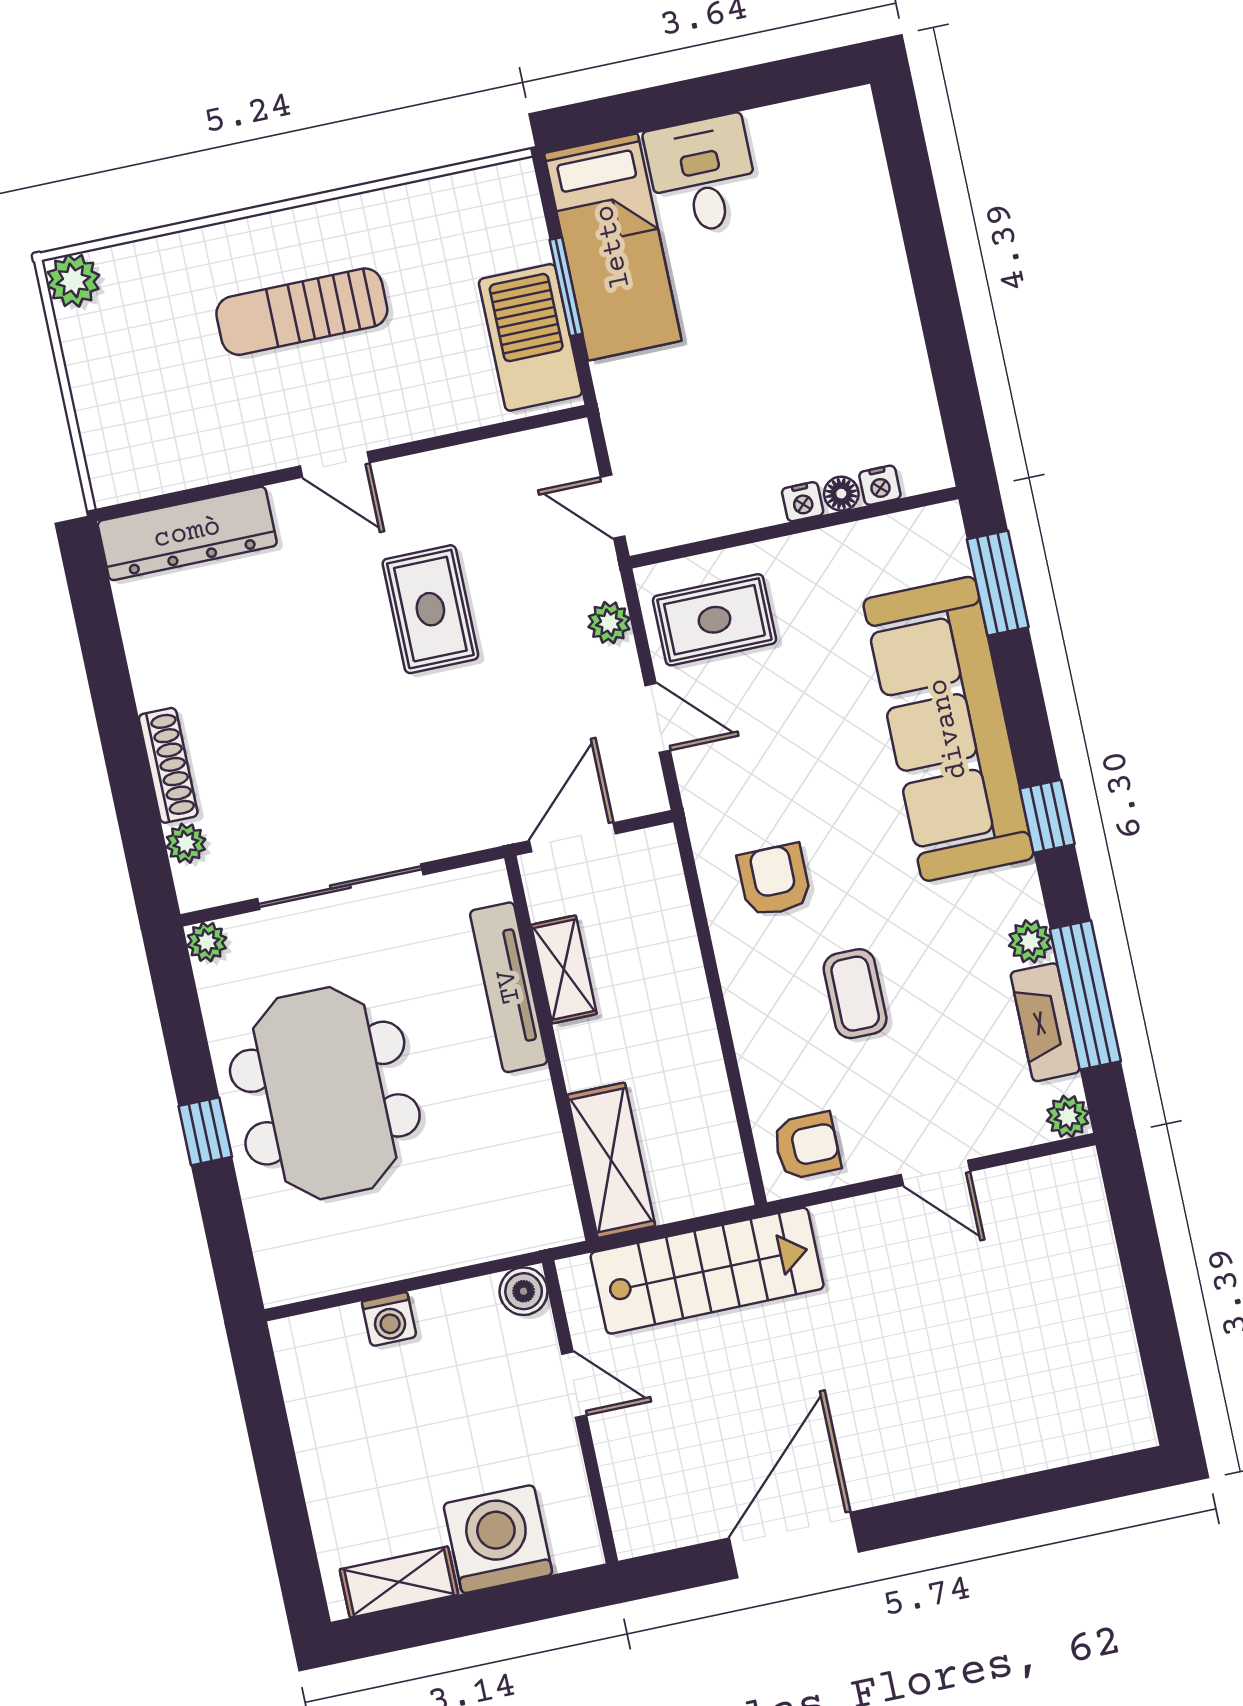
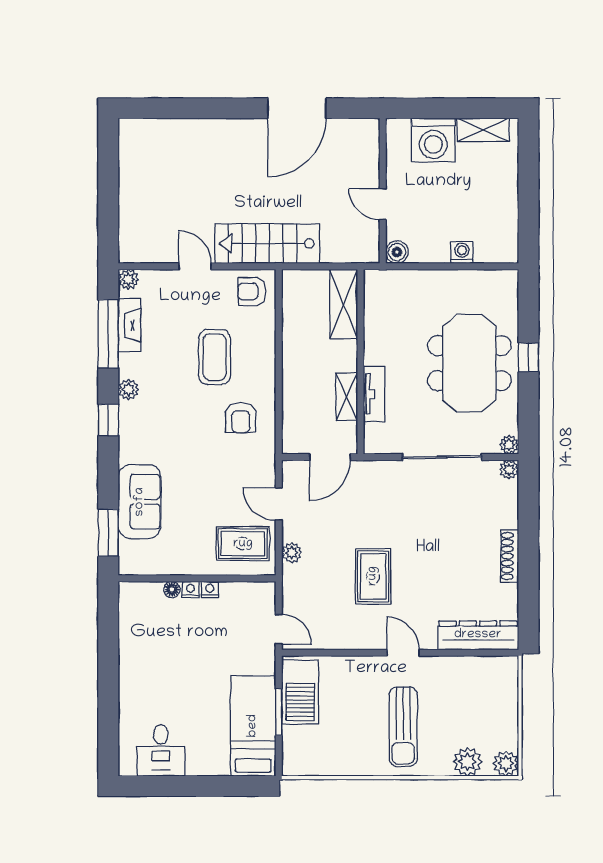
desk: (702, 175) -> (161, 750), moved
plant: (153, 267) -> (468, 762), added
sun lounger: (302, 312) -> (403, 727), turned 90
nightstand: (880, 485) -> (210, 590), moved
door: (613, 507) -> (279, 629), moved
sofa: (948, 729) -> (140, 502), width x0.54, depth x0.79
shoe rack: (168, 765) -> (510, 556), moved
plant: (186, 843) -> (509, 469), moved
plant: (1030, 941) -> (128, 390), moved
tv unit: (509, 987) -> (374, 394), width x0.71
coffee table: (855, 994) -> (215, 357), width x1.36, depth x1.30
stairs: (707, 1271) -> (267, 244), moved

